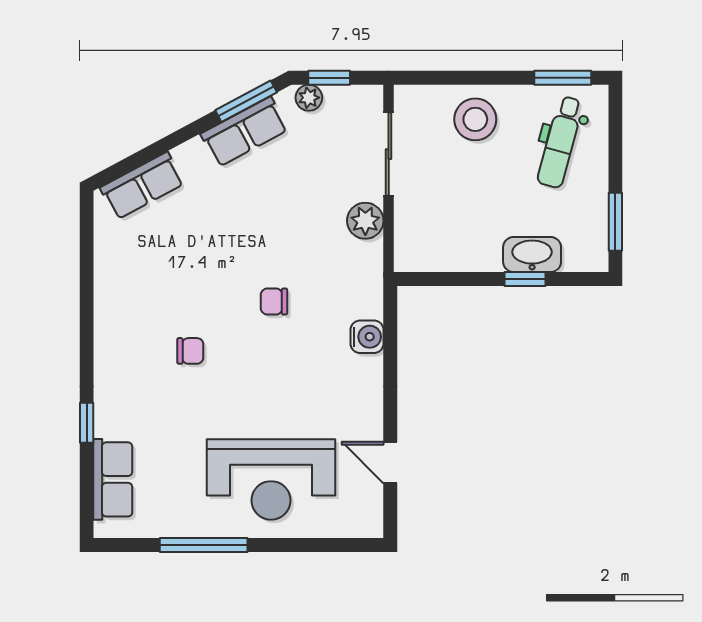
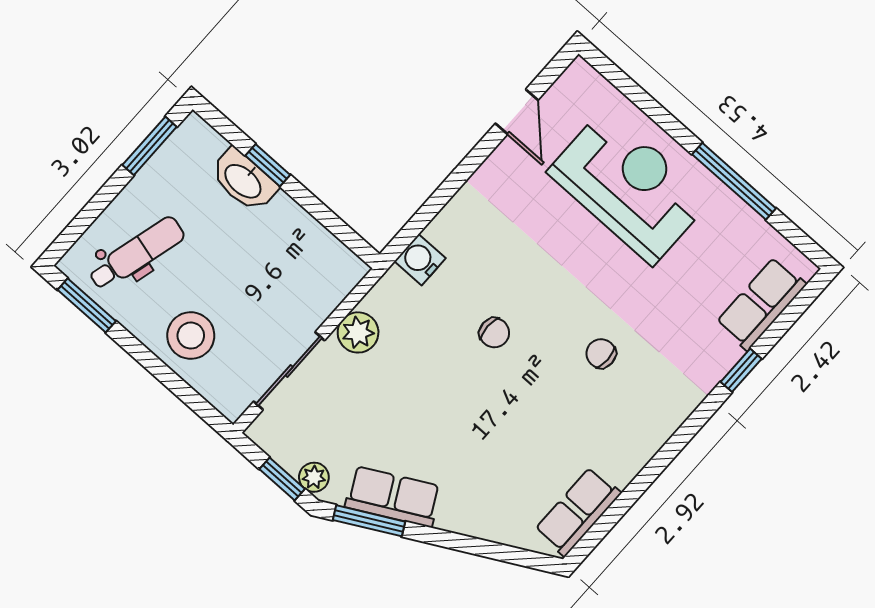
row of seats: (142, 186) -> (578, 512), moved, turned -62
water cooler: (367, 337) -> (420, 260), moved

